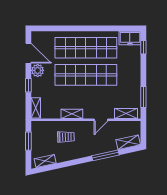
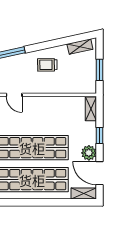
shelving: (72, 114) -> (84, 193), moved
door: (101, 120) -> (14, 95), swing flipped
trolley: (66, 137) -> (47, 65), moved

